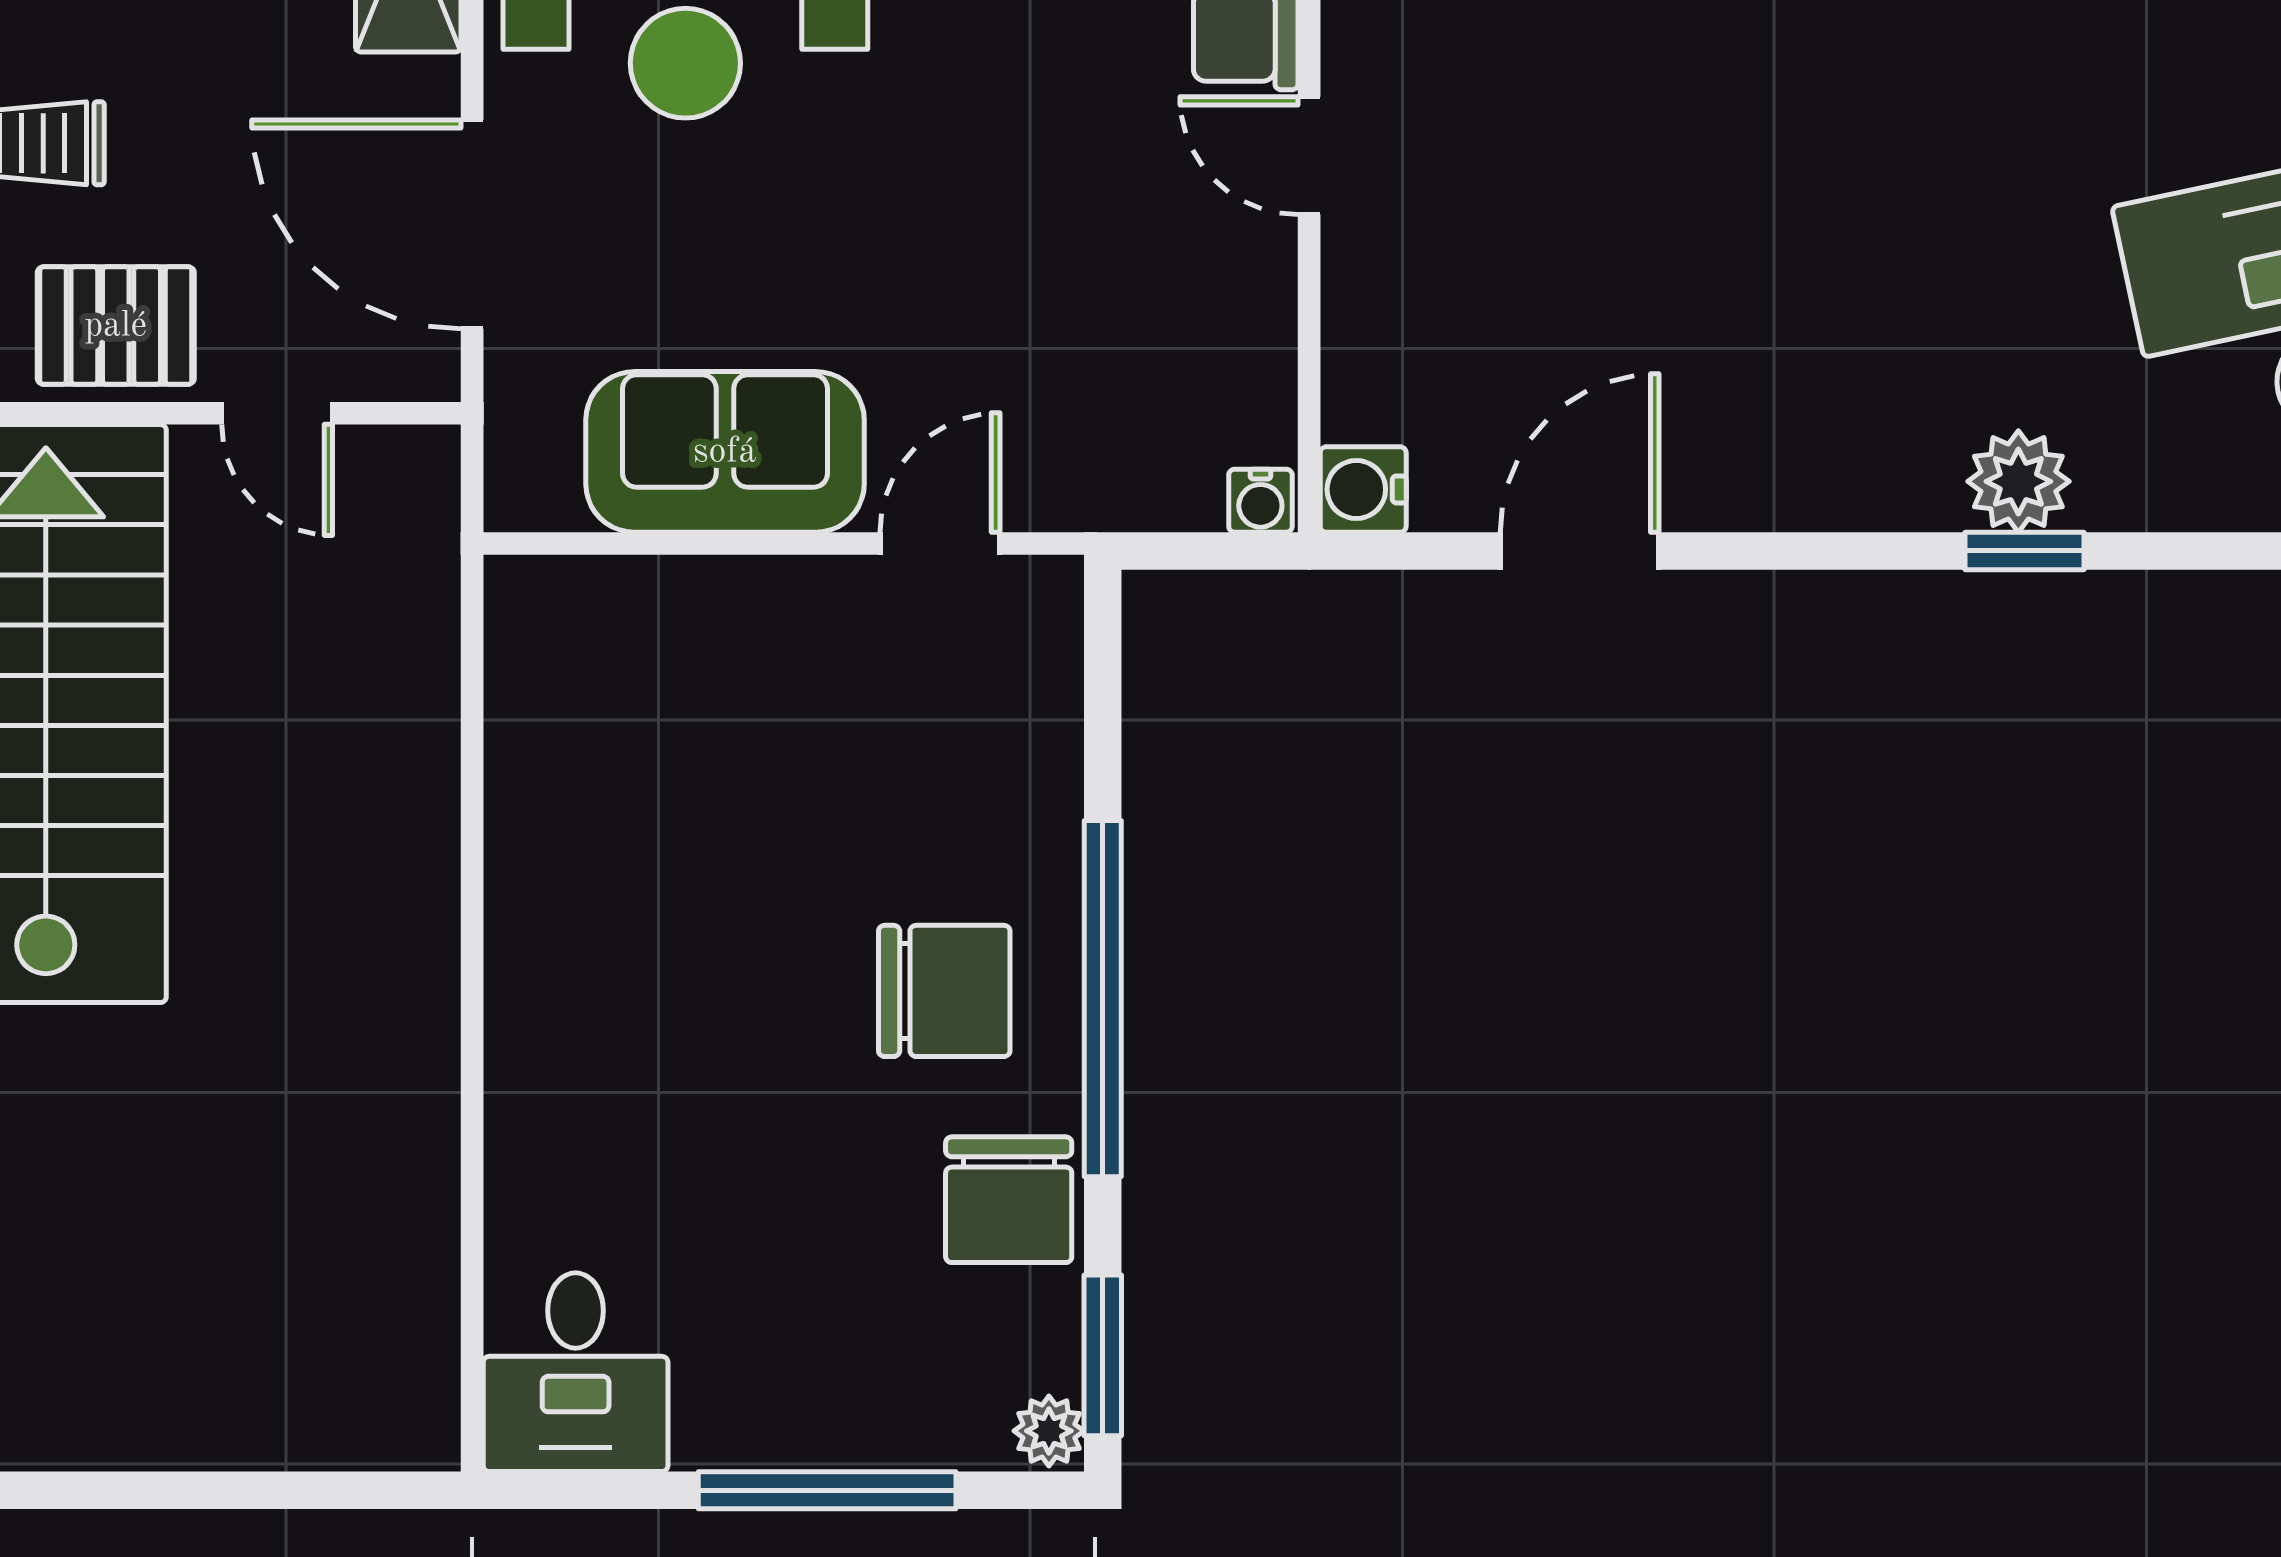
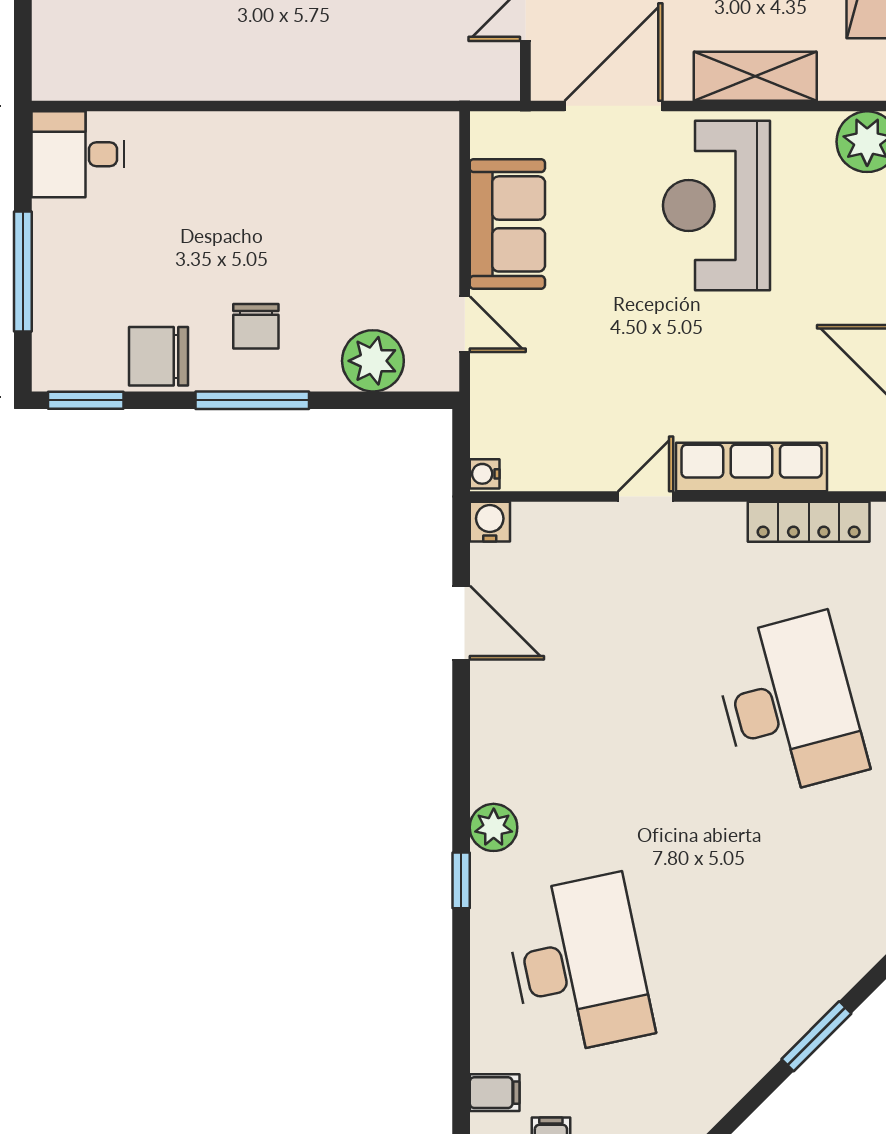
window: (2025, 551) -> (461, 880), moved
chair: (944, 991) -> (256, 326), width x0.73, depth x0.73
window: (1103, 999) -> (252, 400), width x0.68
plant: (1049, 1431) -> (373, 361), moved, width x1.87, depth x1.87

